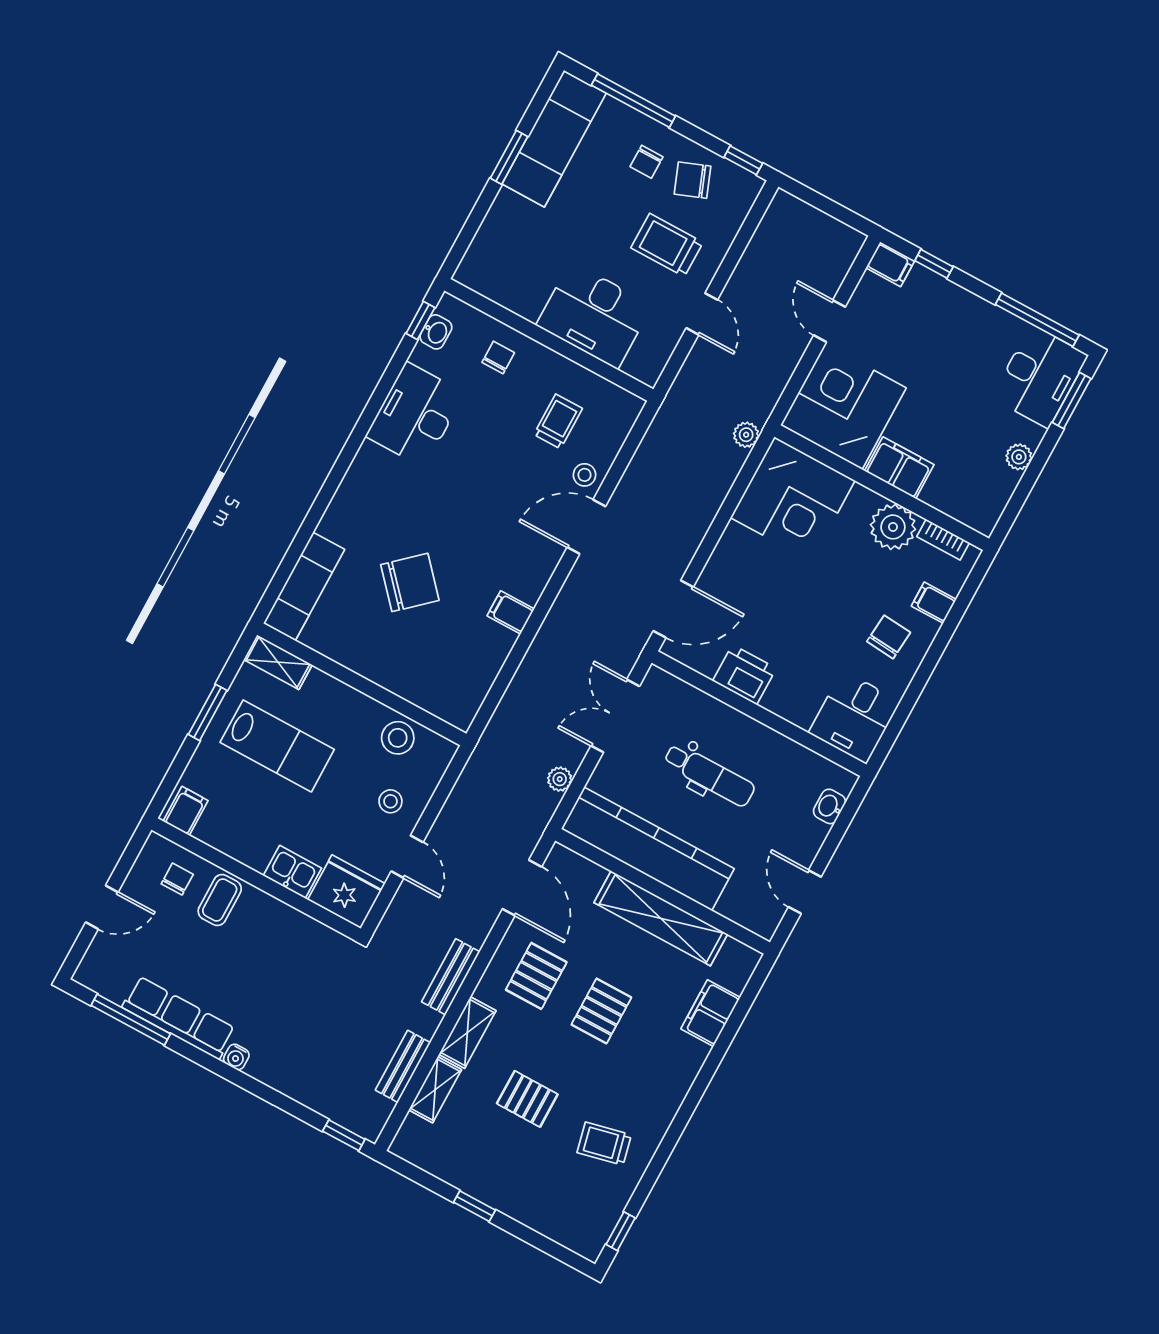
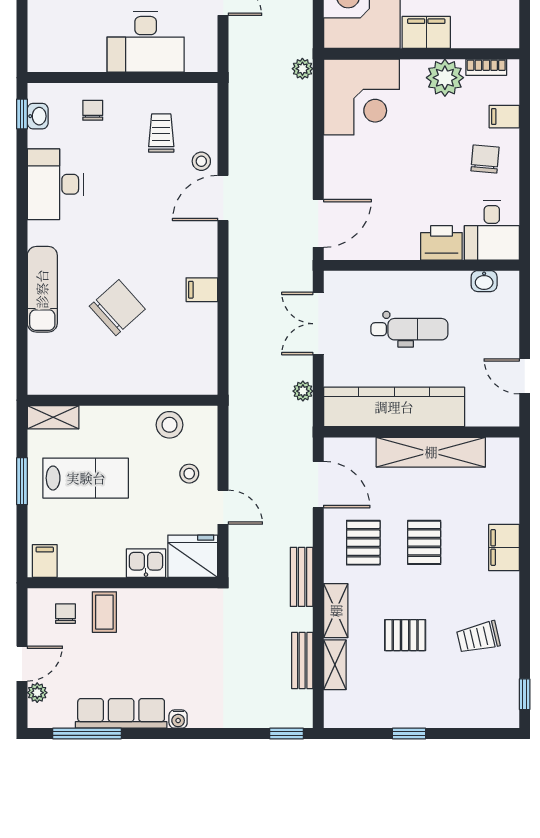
exam couch: (304, 586) -> (42, 289), moved
printer: (744, 675) -> (441, 243), moved
washbasin: (829, 806) -> (484, 281), moved, turned -90
plant: (101, 947) -> (37, 693), added
filing cabinet: (710, 1013) -> (504, 547), moved

